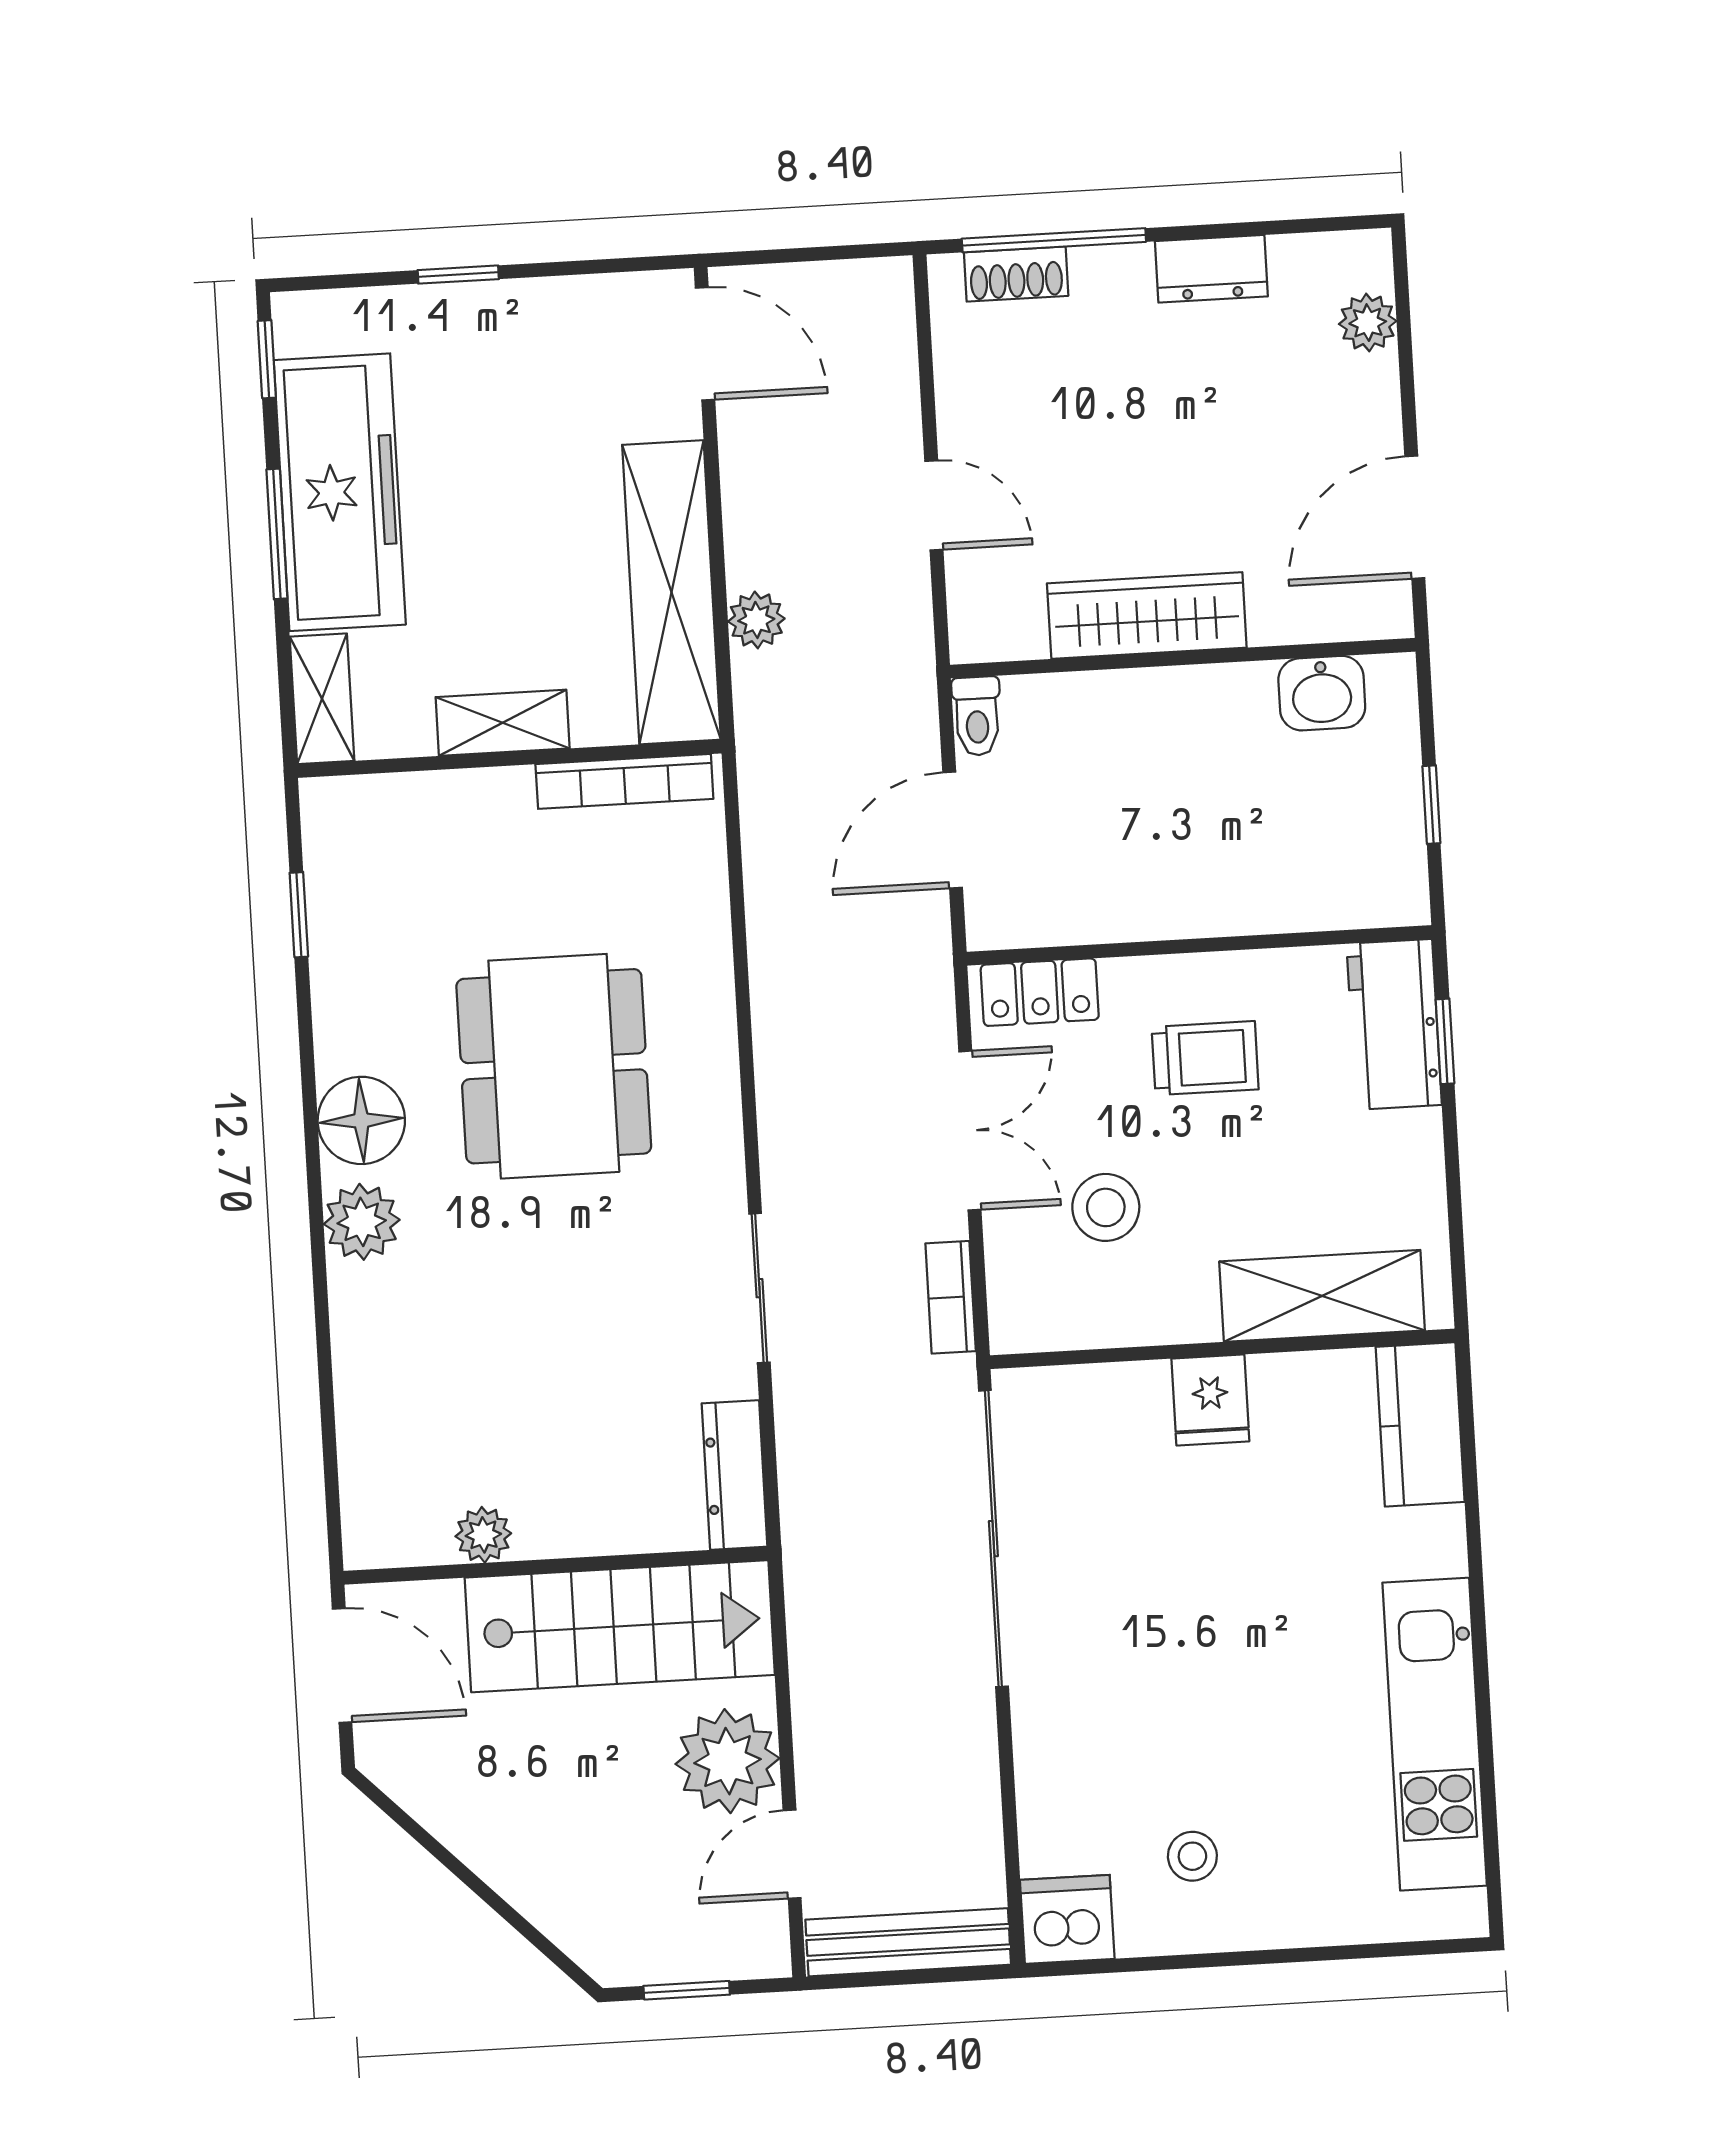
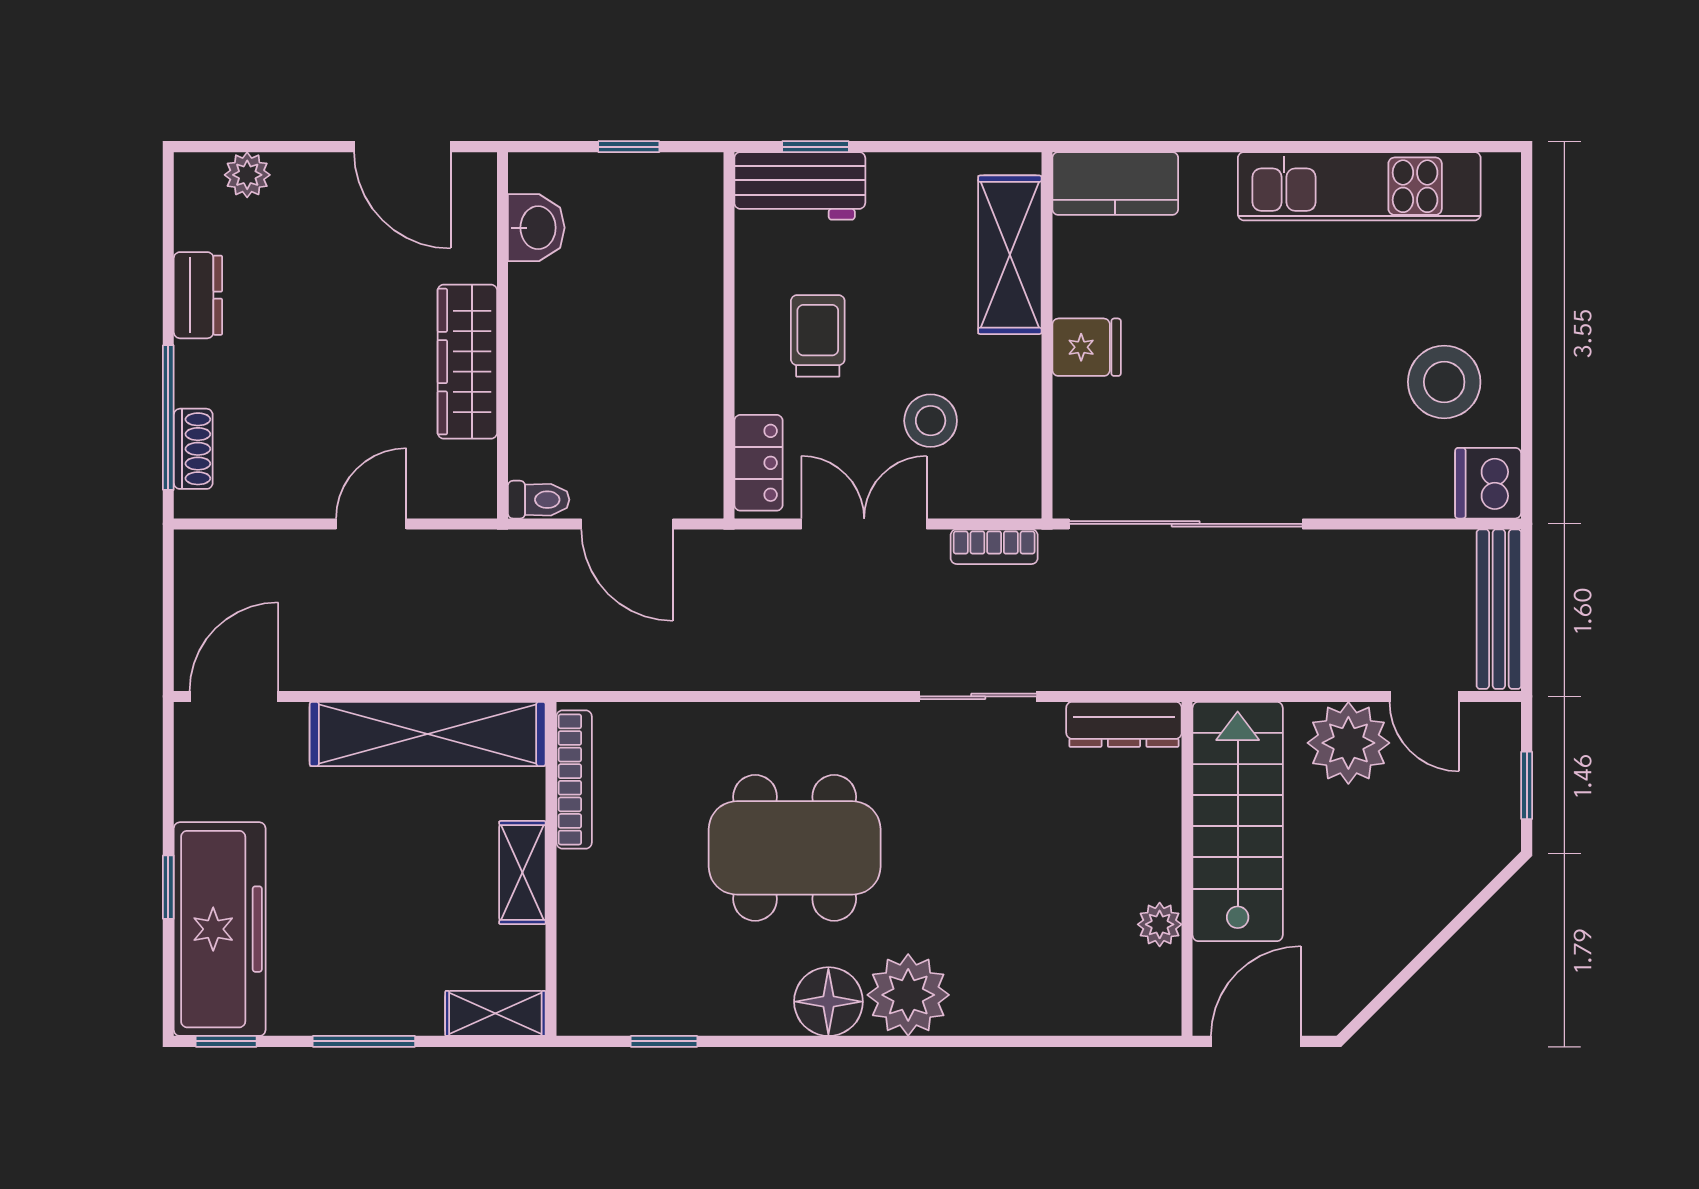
freezer: (340, 492) -> (220, 929), moved, turned 90
plant: (756, 620) -> (453, 669), removed
plant: (362, 1222) -> (908, 995), width x1.36, depth x1.36
stool: (1192, 1856) -> (1444, 382), width x1.89, depth x1.89

